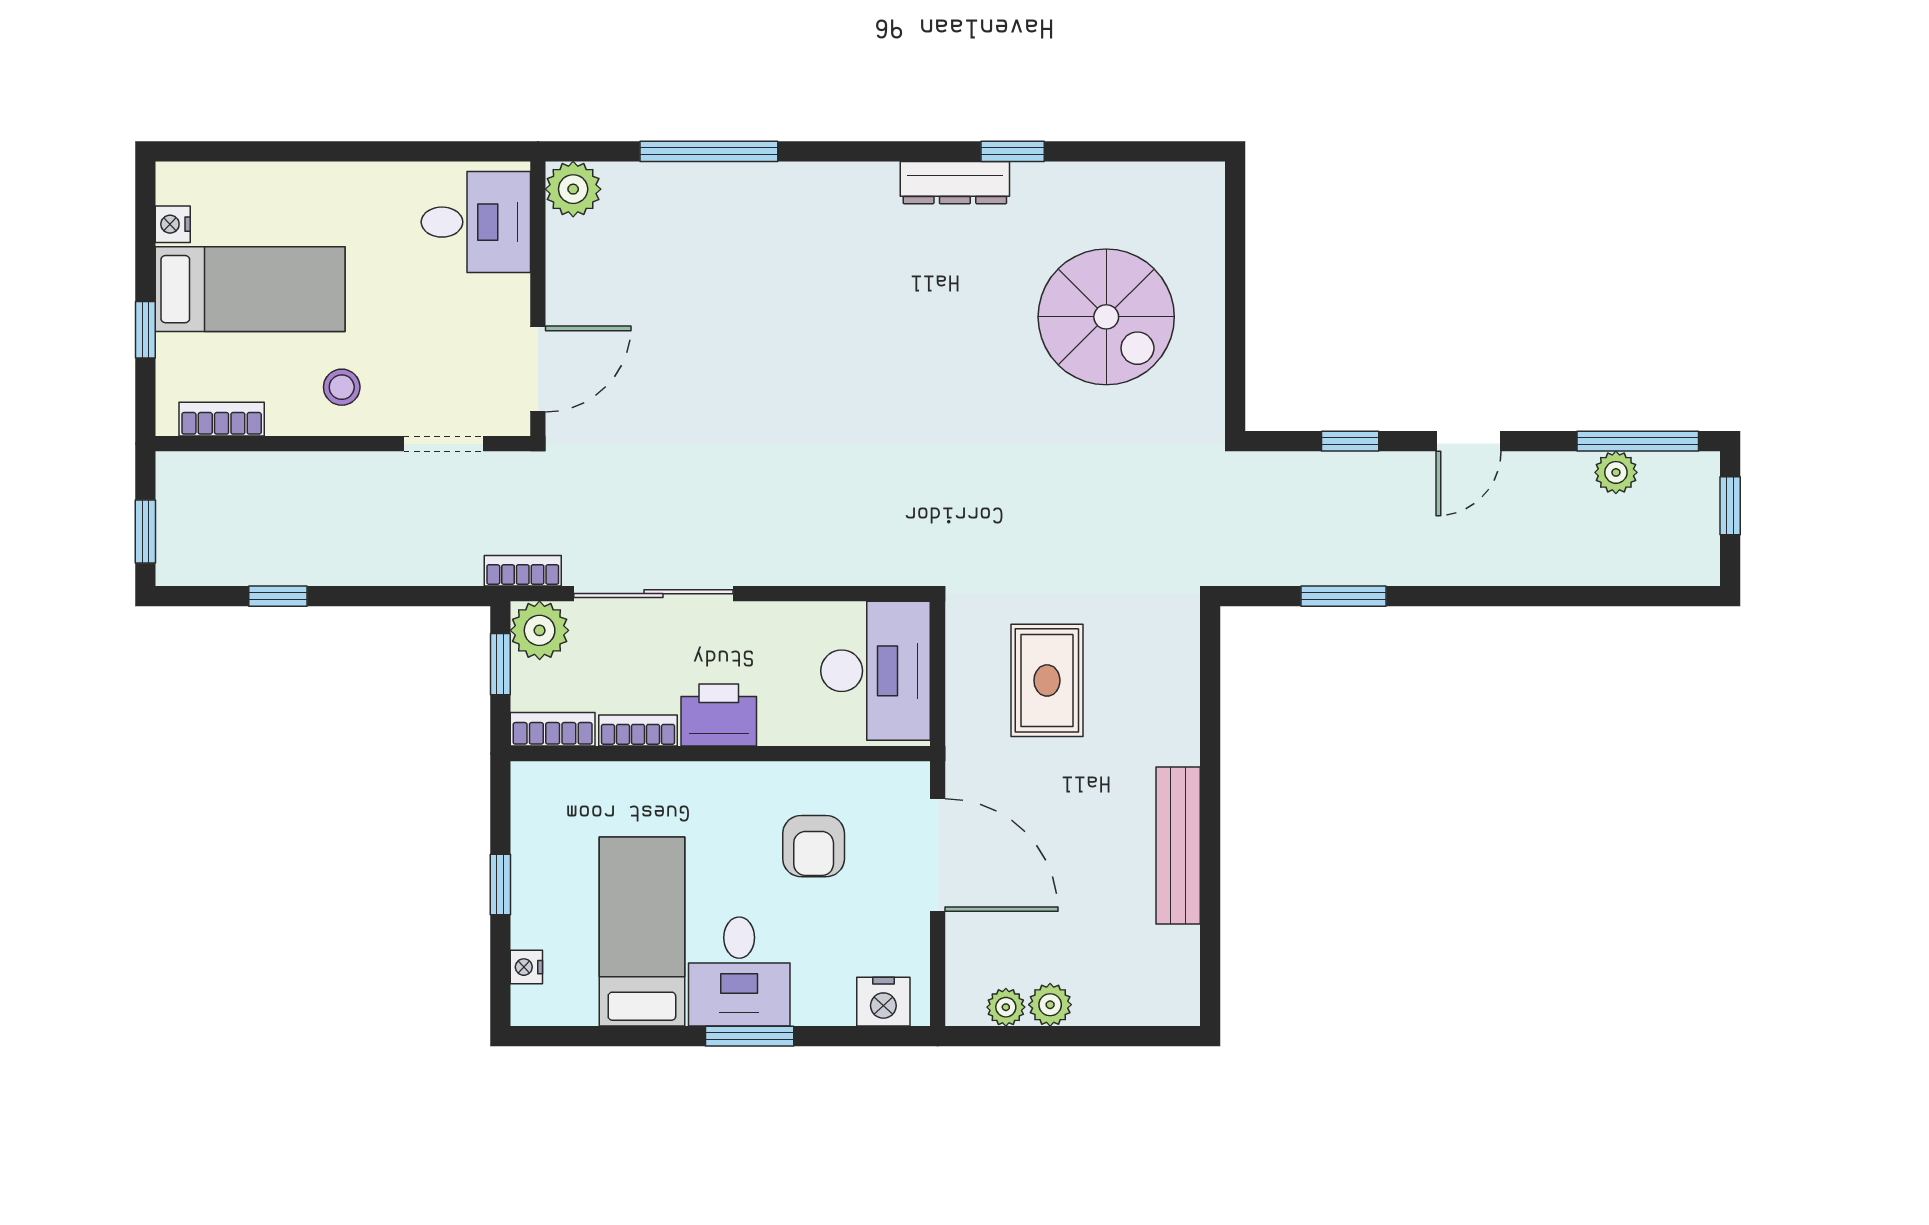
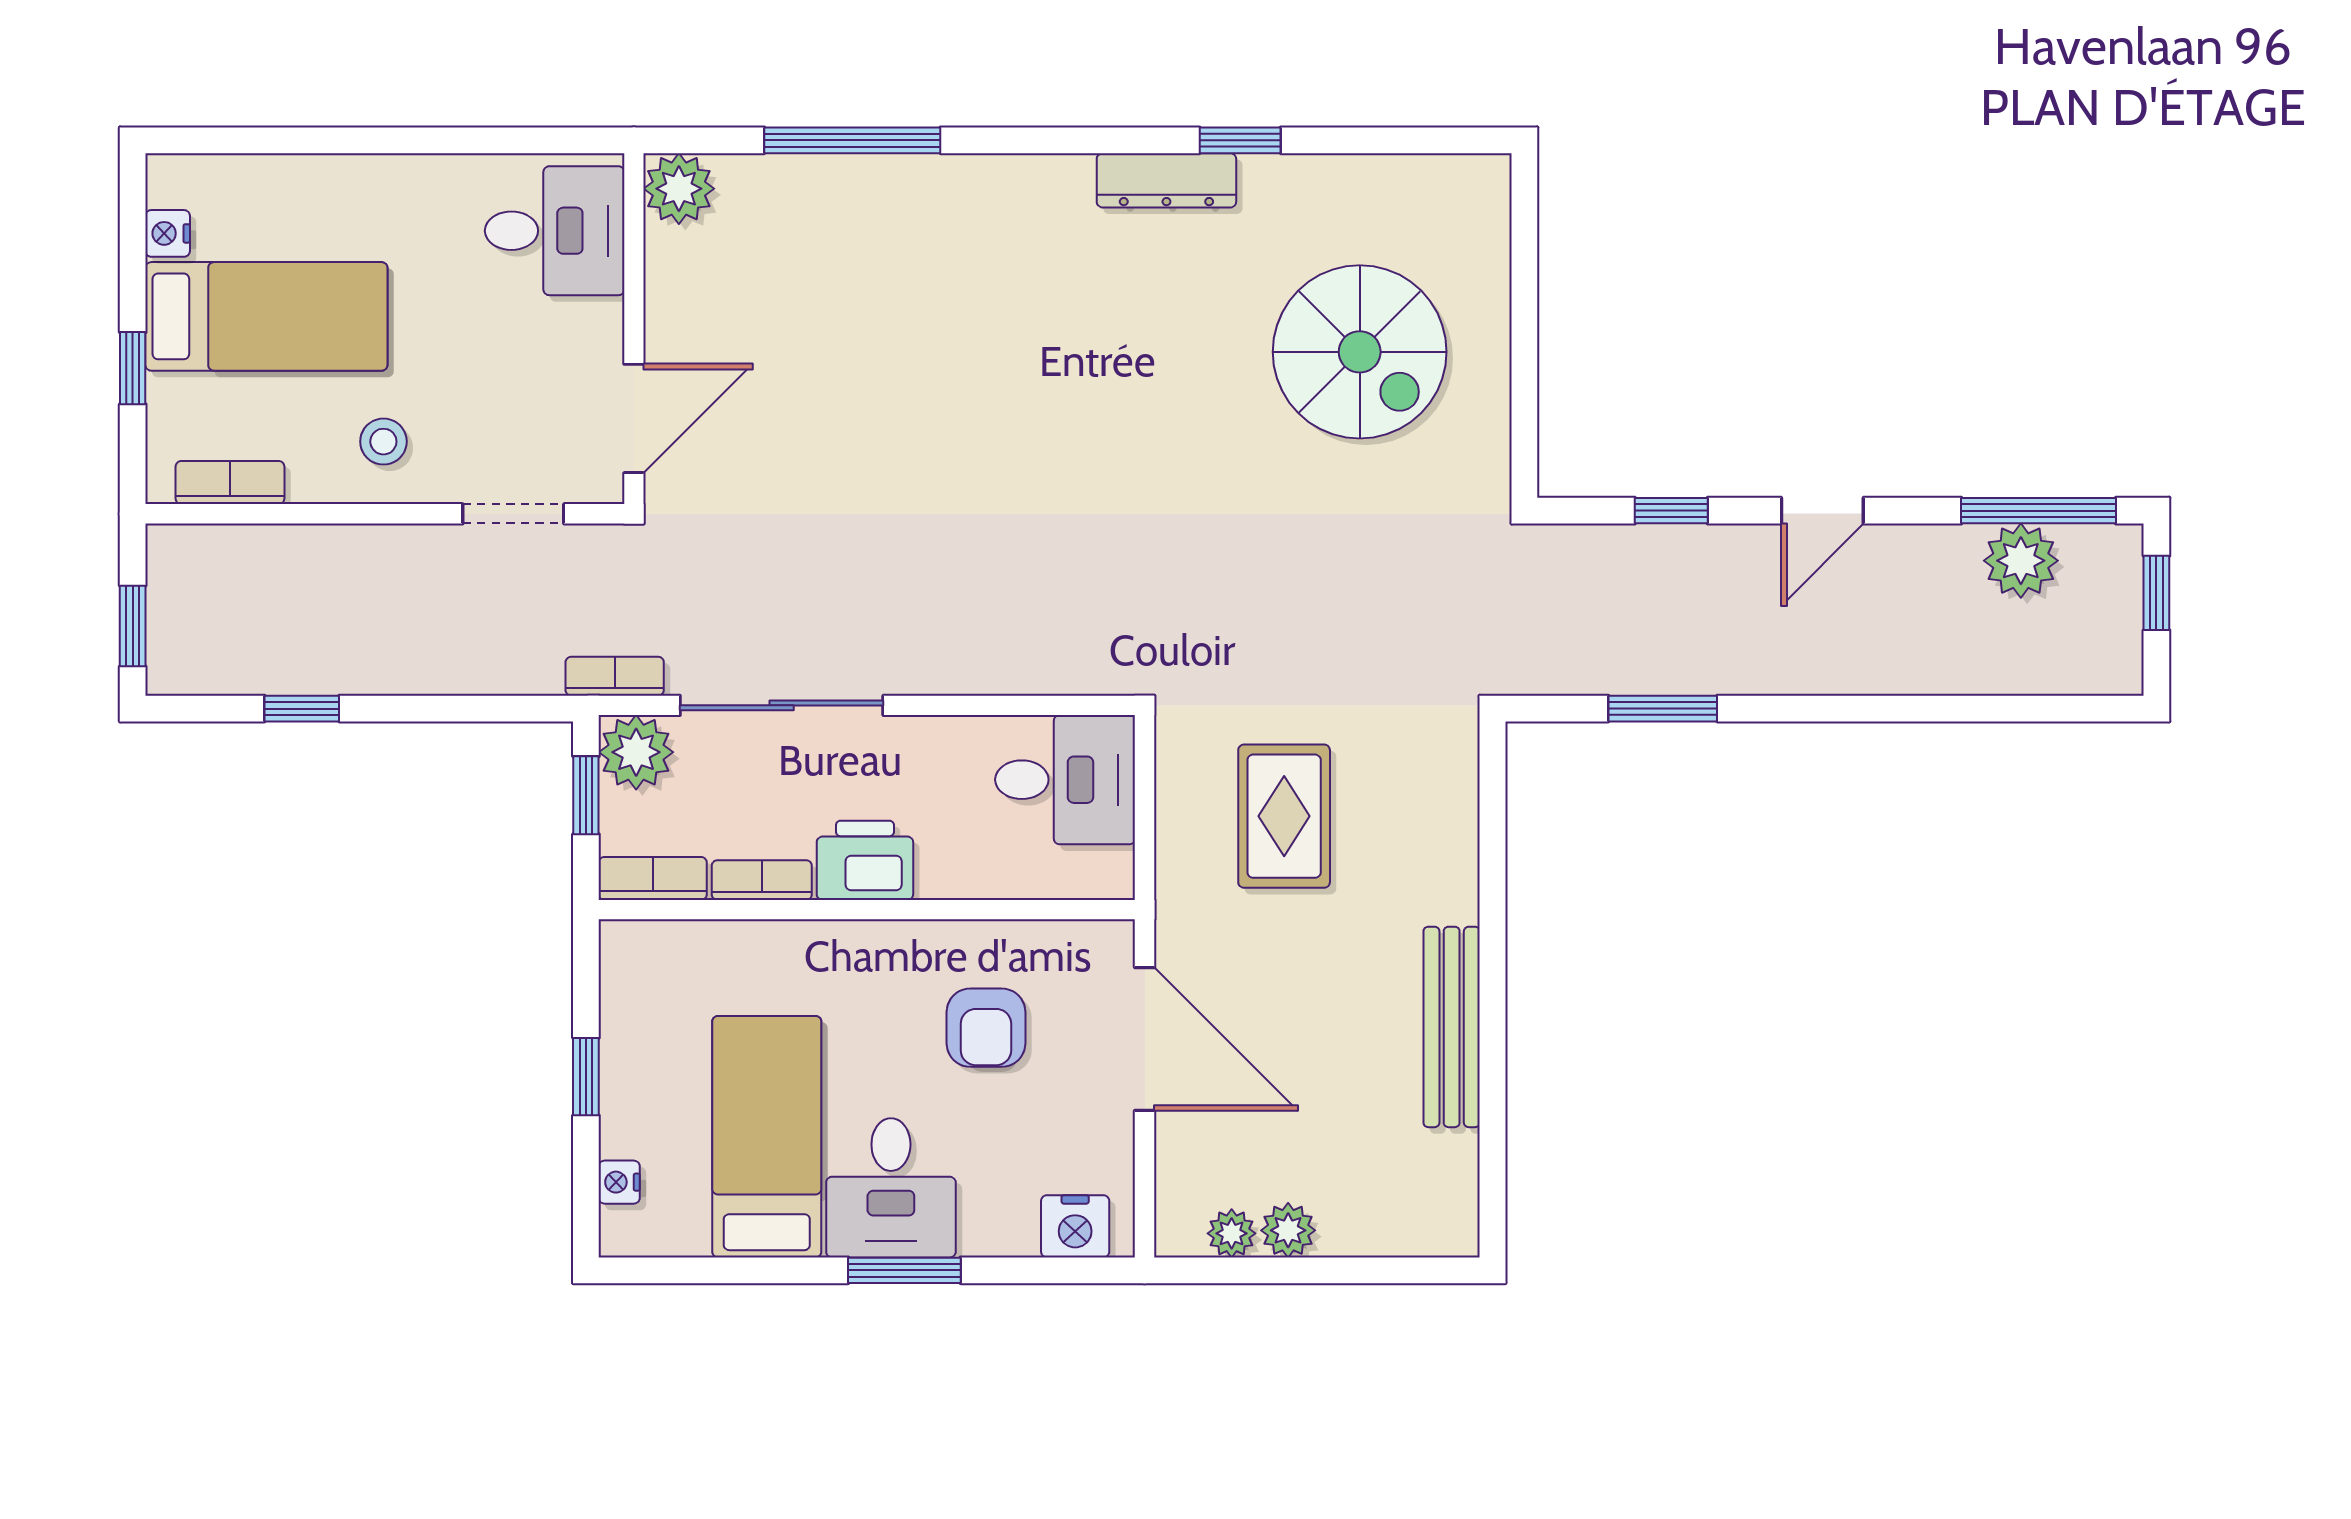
plant: (1616, 472) -> (2021, 561), width x1.38, depth x1.38
desk: (876, 671) -> (1065, 780), width x0.73

